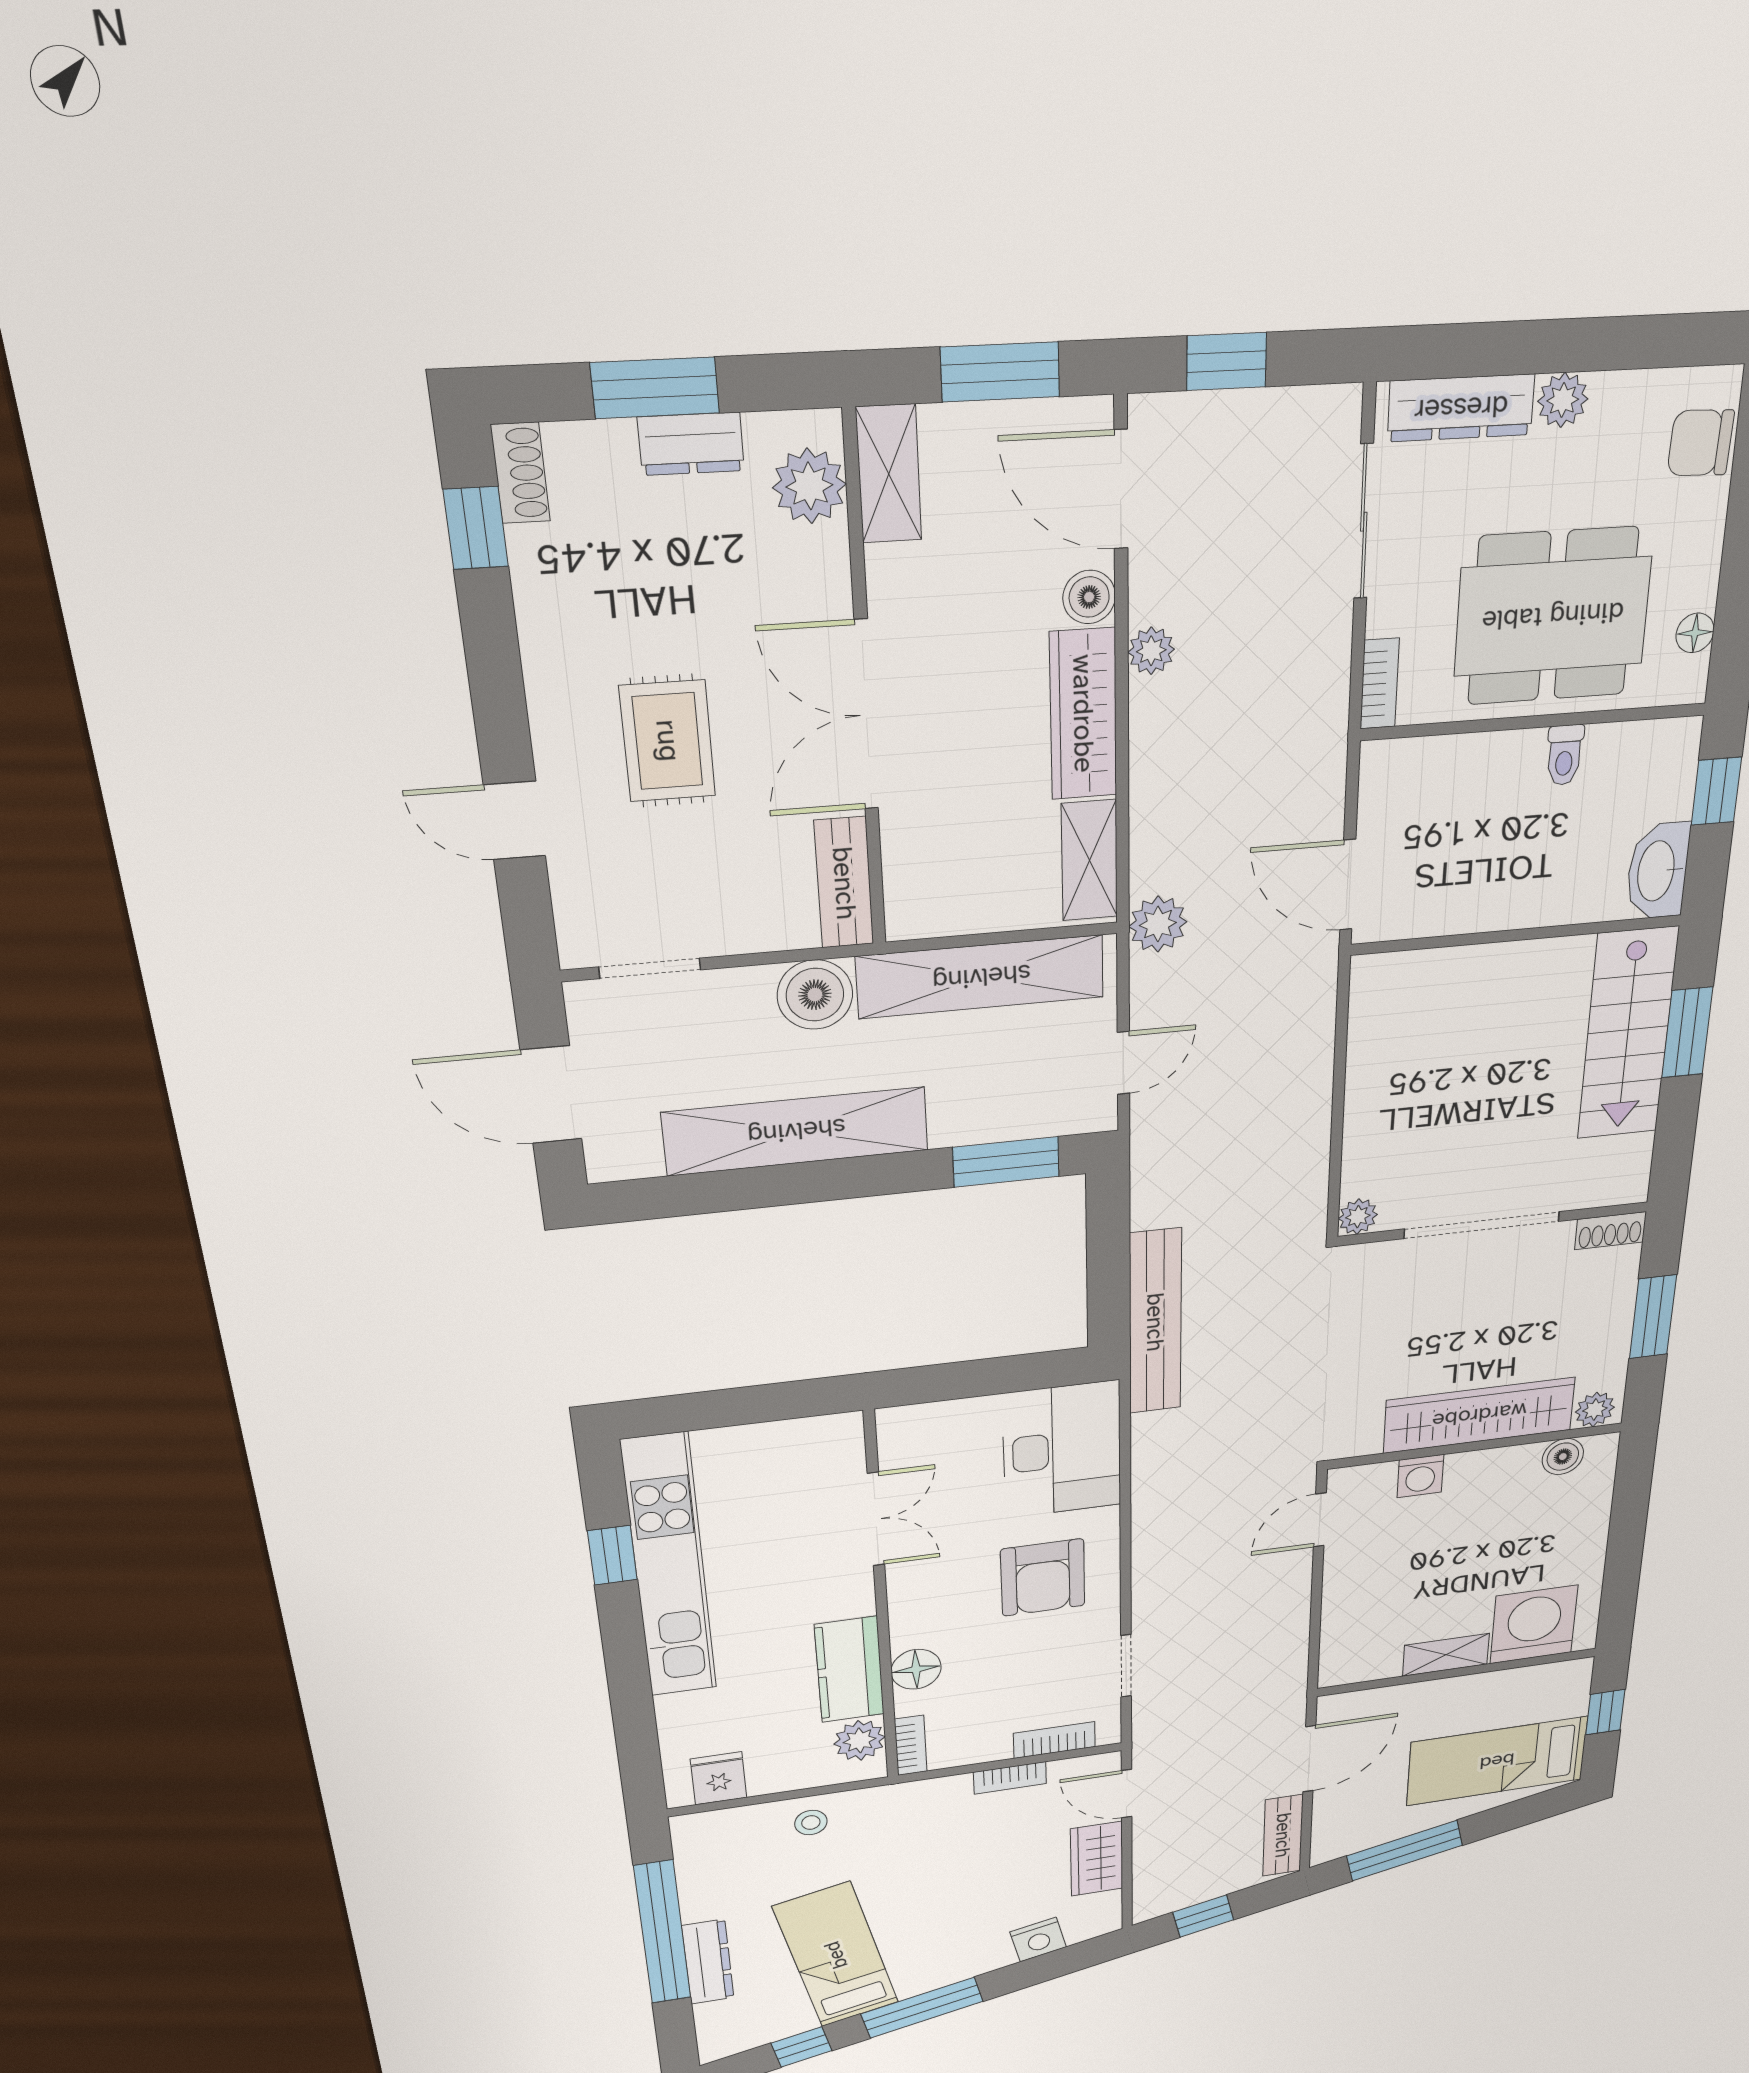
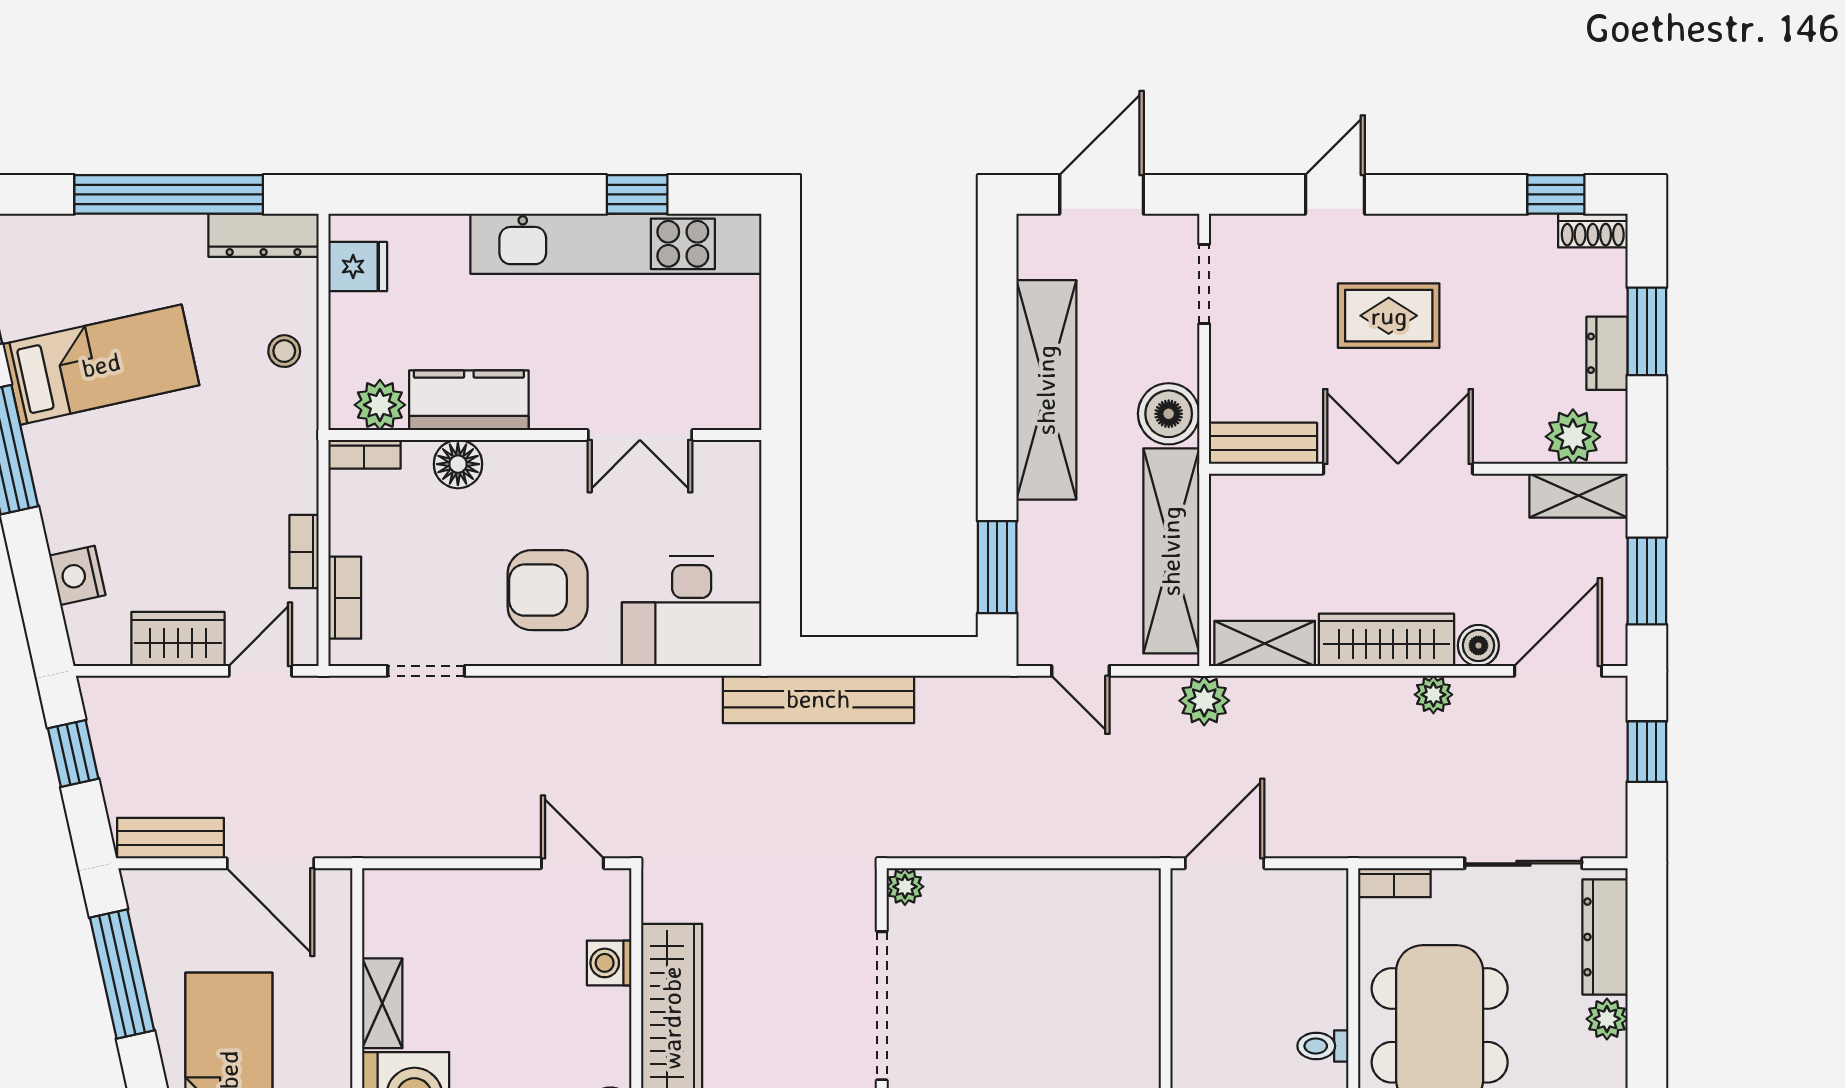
dresser: (708, 1962) -> (264, 235), moved

